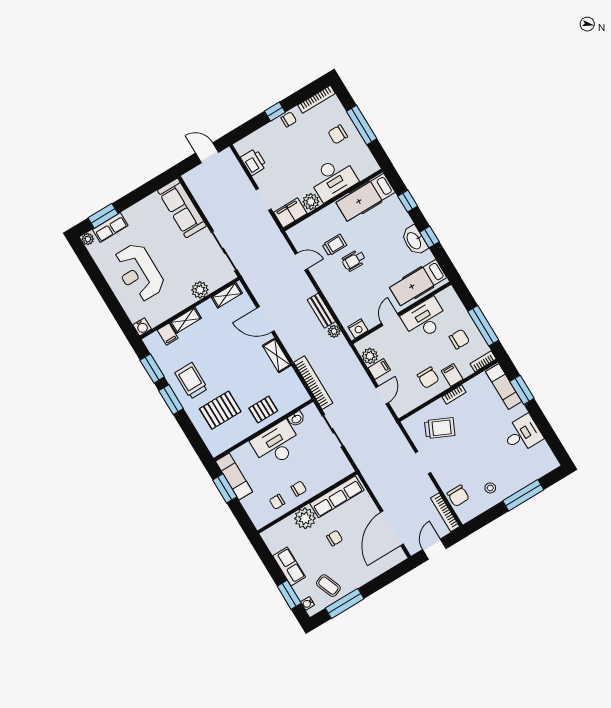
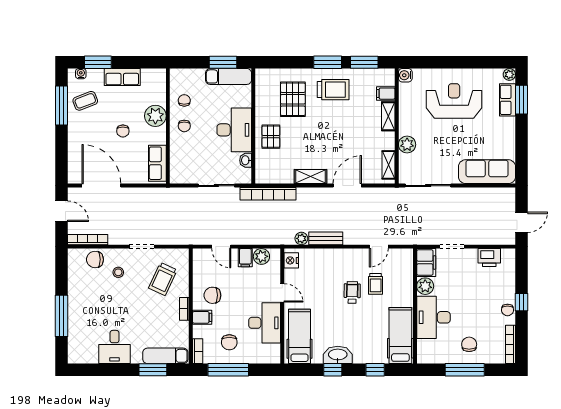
stool: (490, 488) -> (118, 272), moved
row of seats: (337, 497) -> (157, 163), width x0.68

